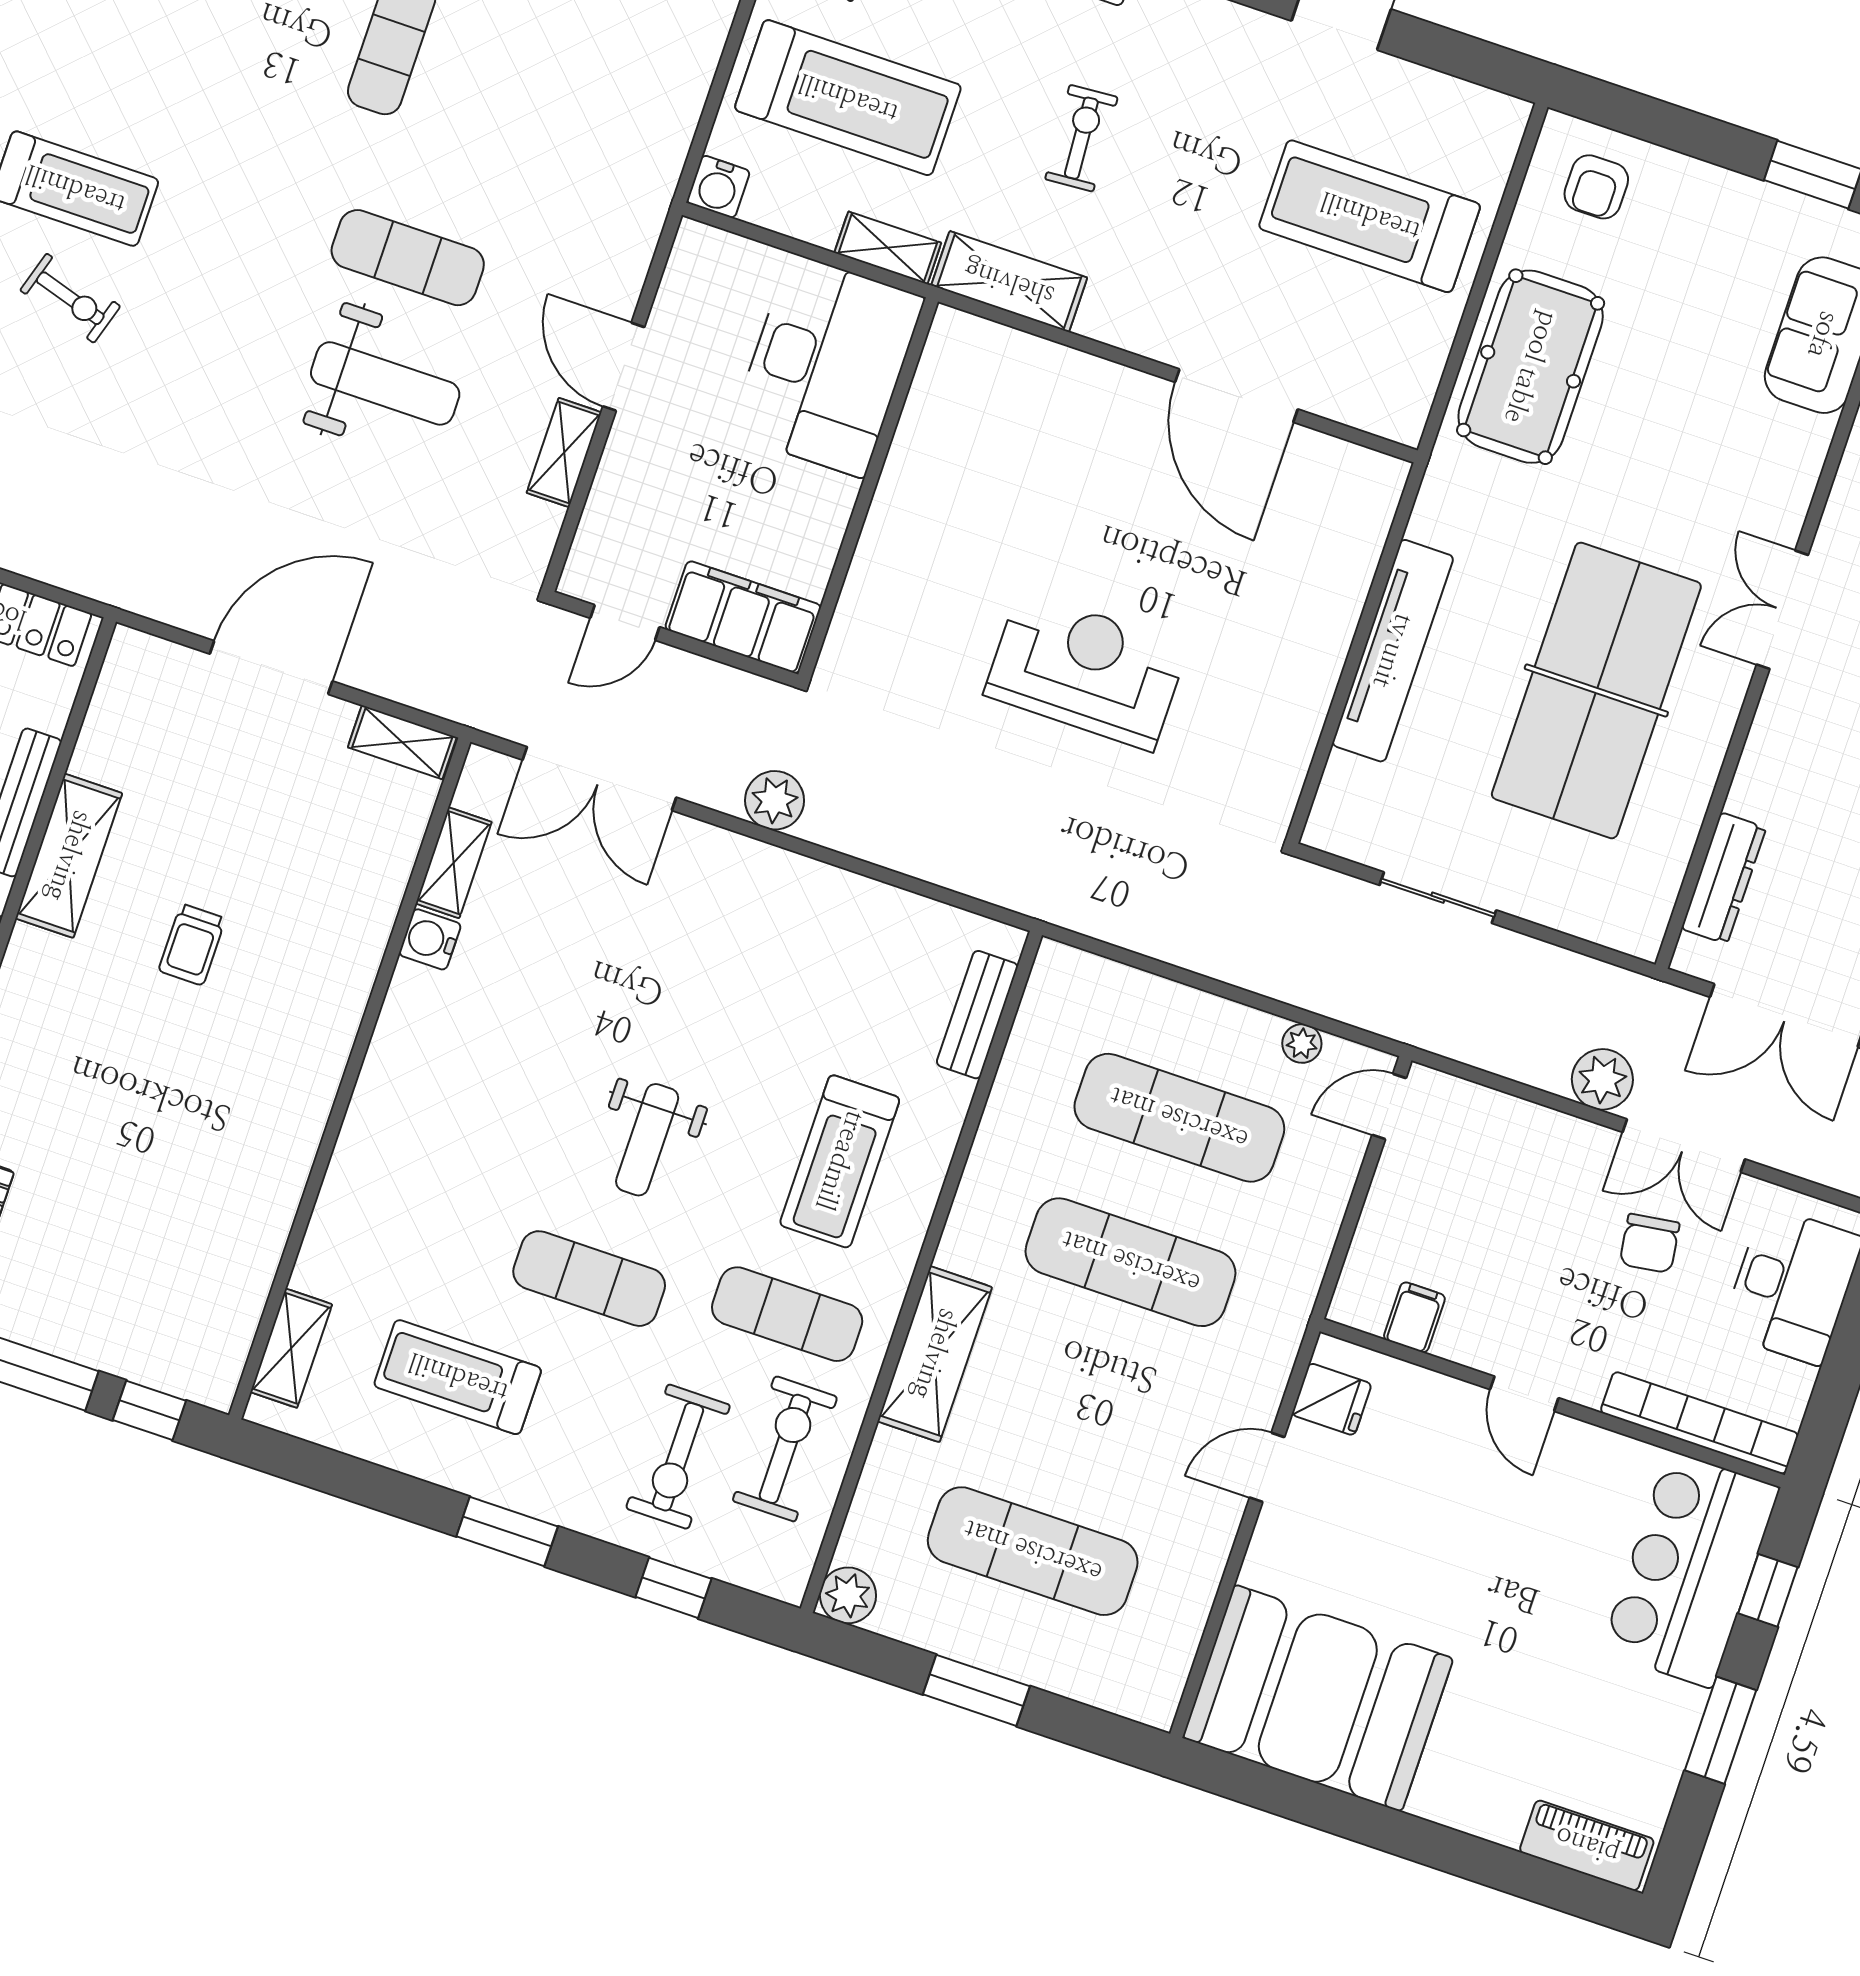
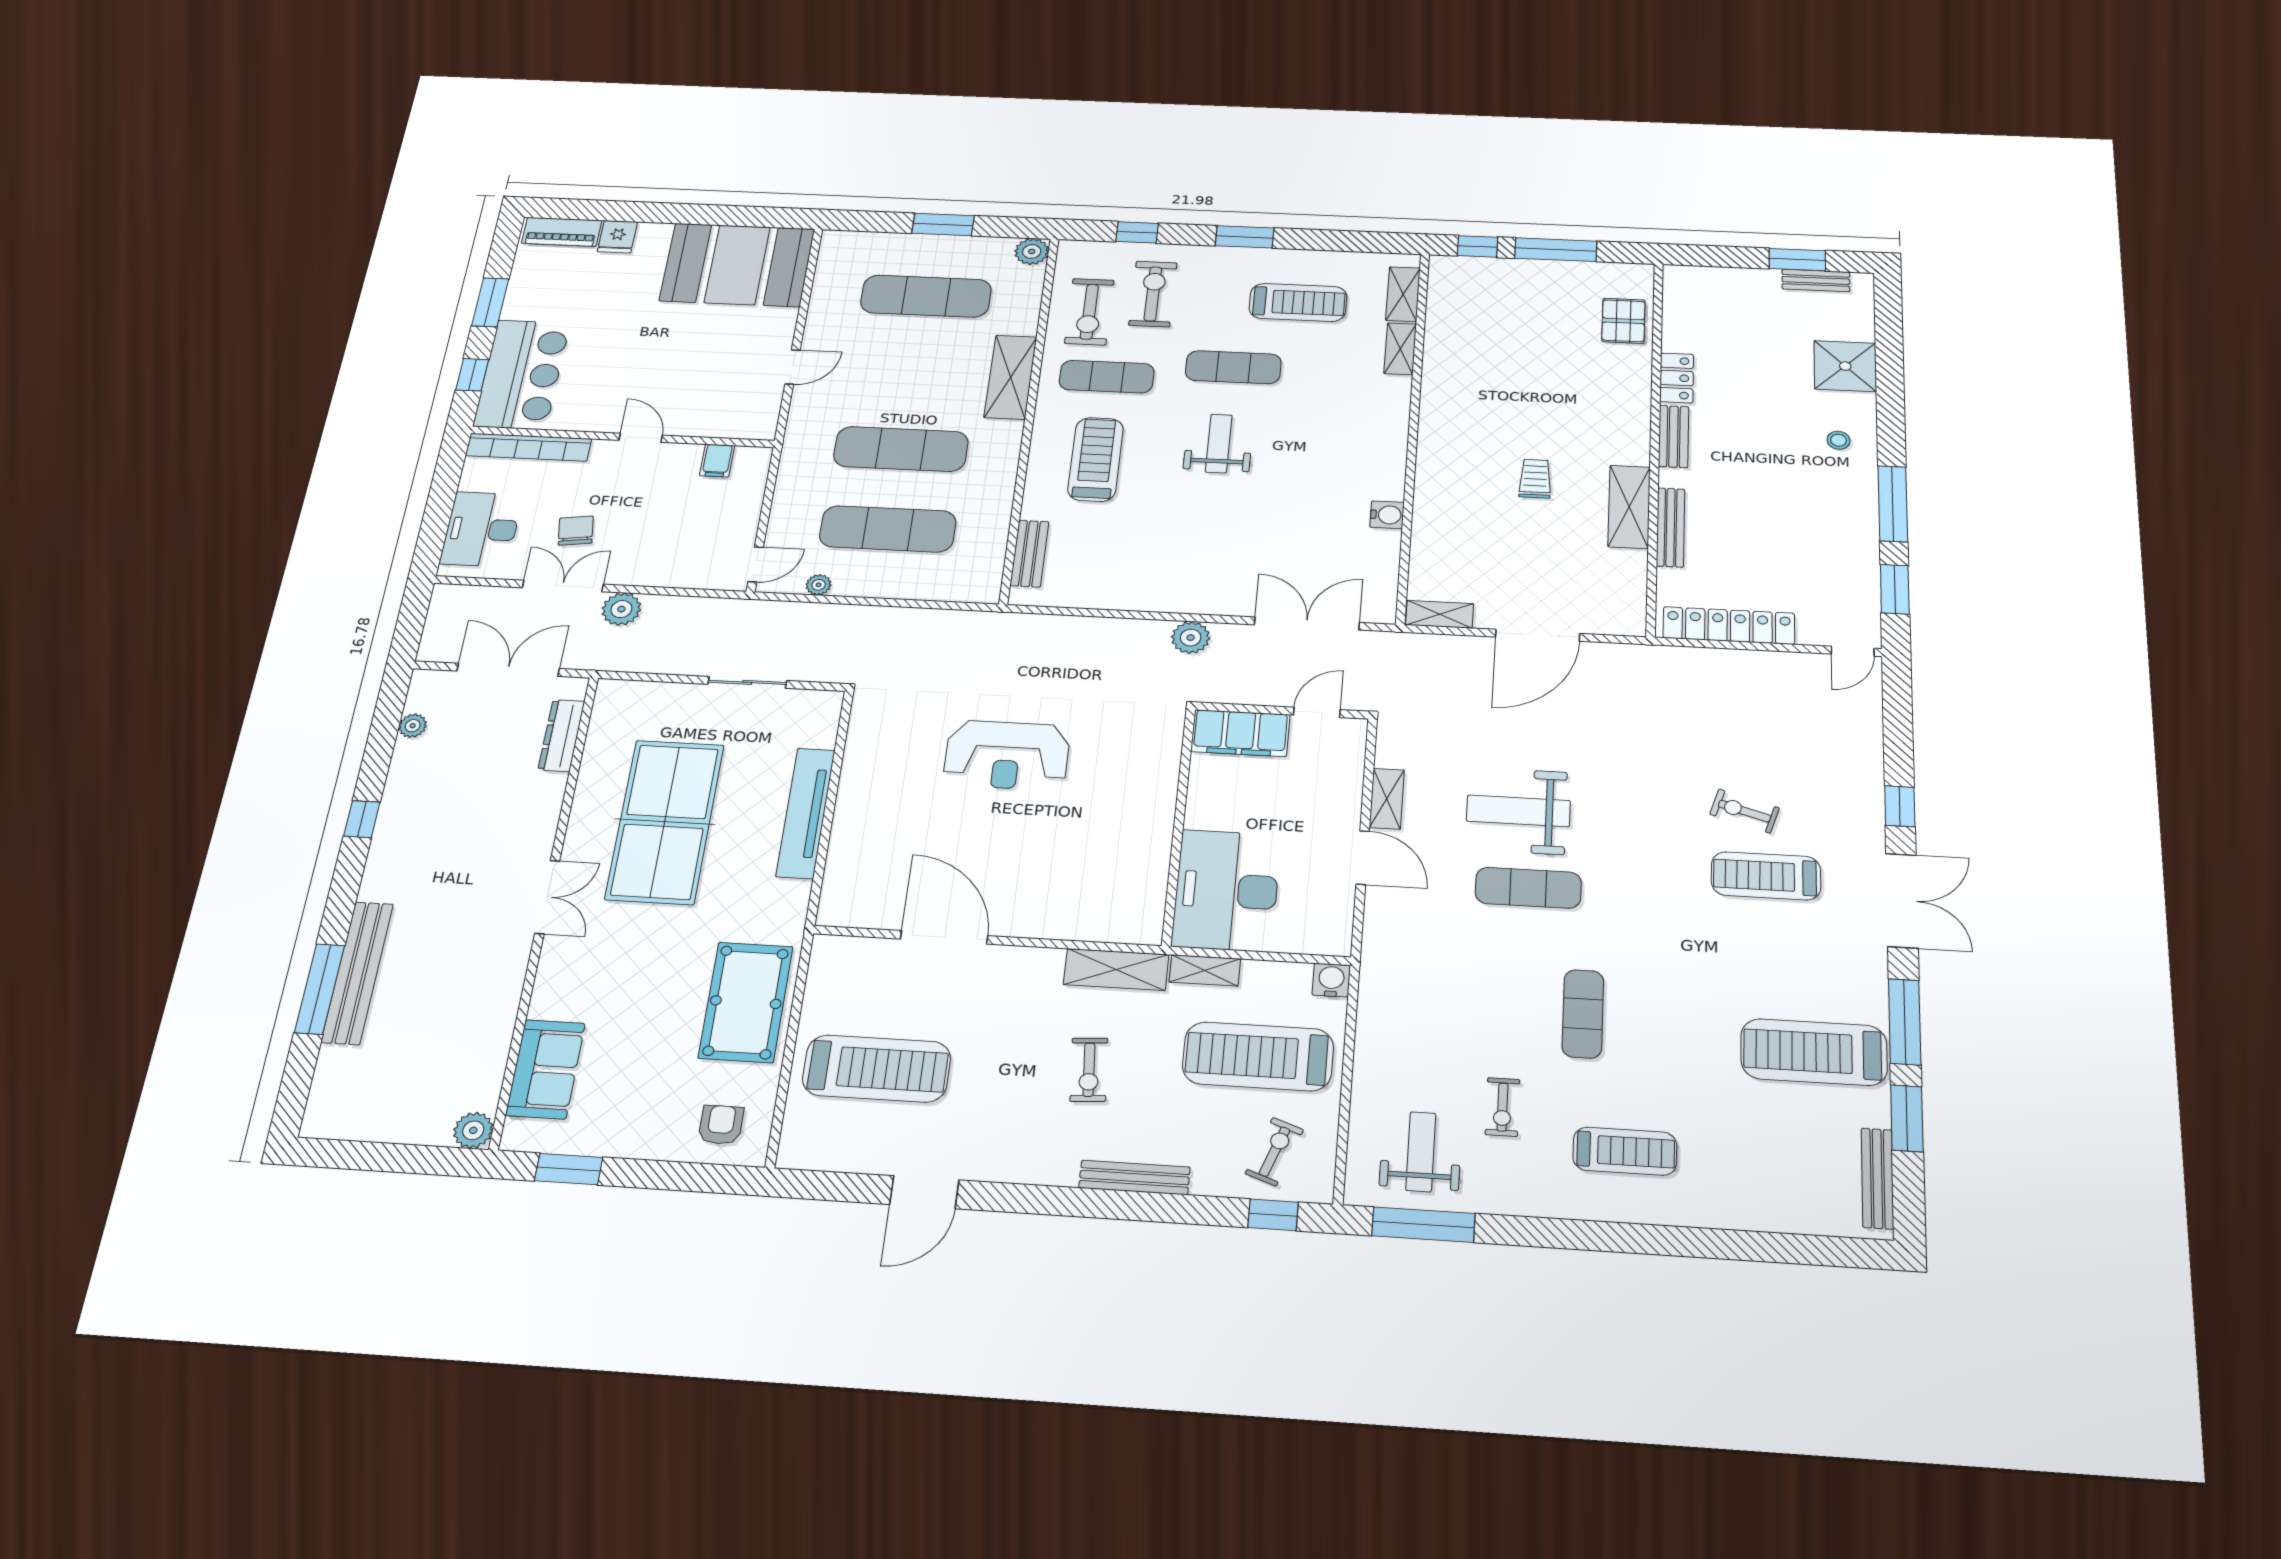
shelving: (454, 863) -> (1400, 349), moved
fridge: (1332, 1399) -> (617, 237), moved, turned -90

